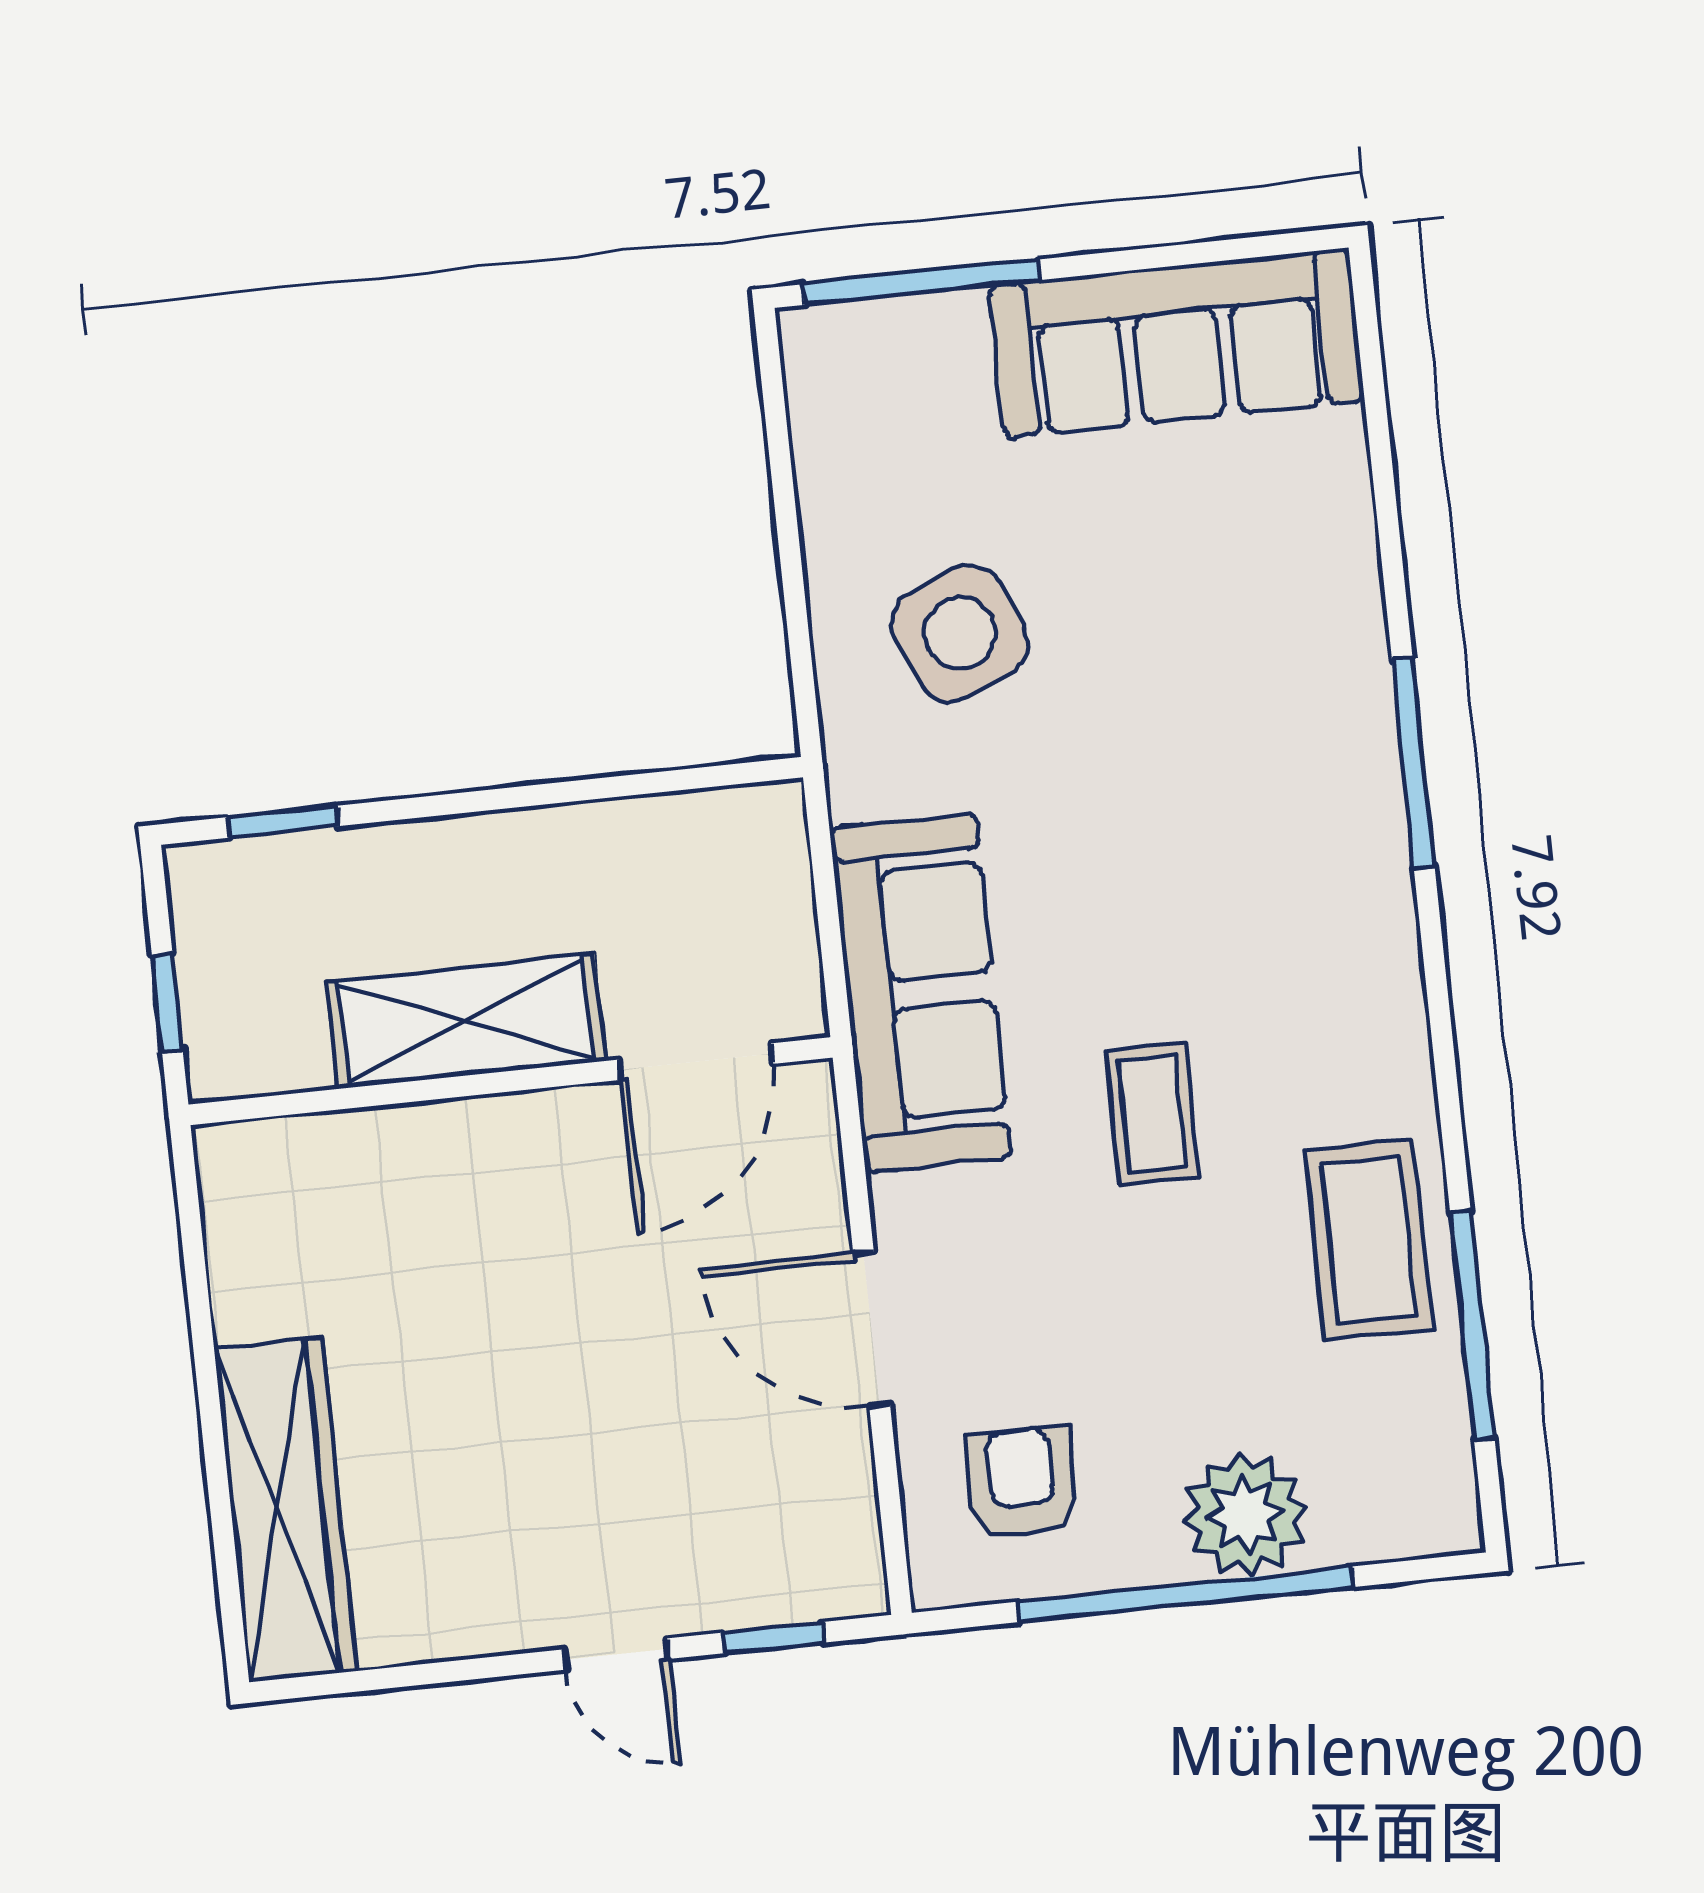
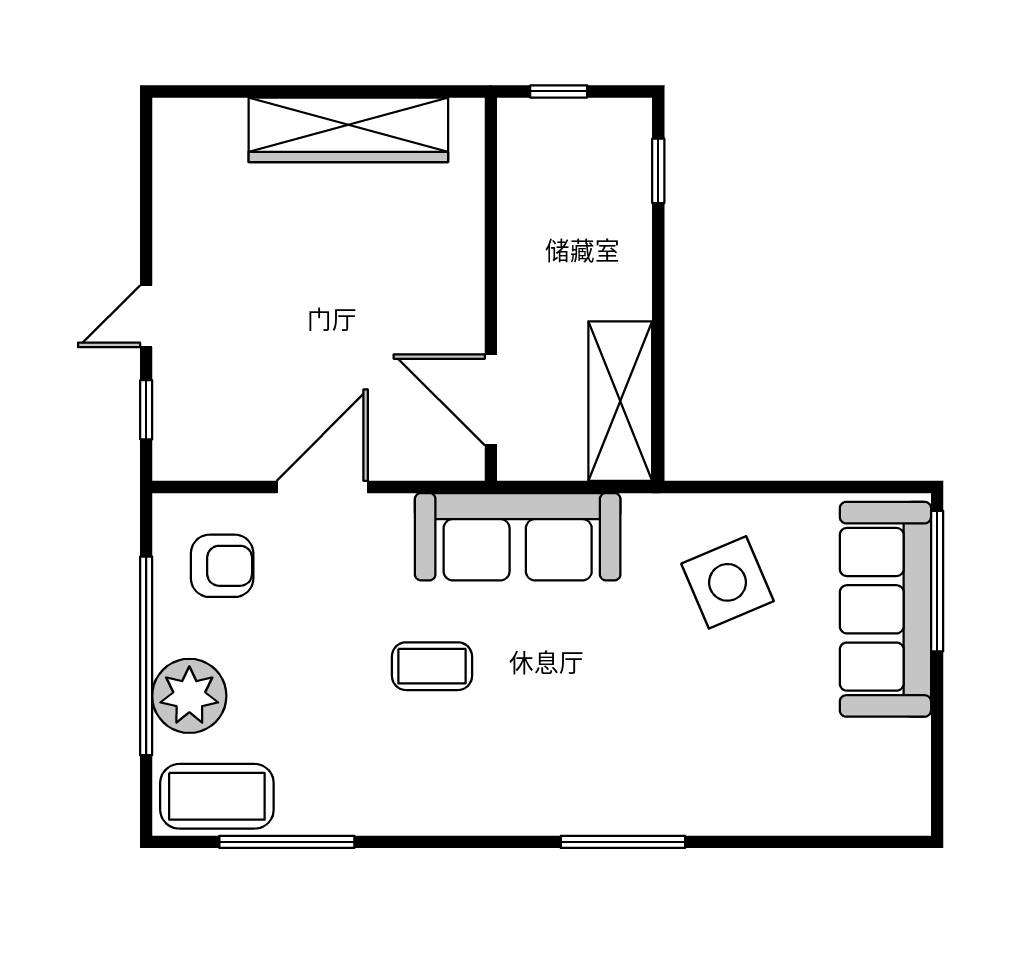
sofa: (1177, 343) -> (885, 609), moved
shelving: (466, 1021) -> (620, 401), moved
coffee table: (1369, 1240) -> (217, 796), moved
wardrobe: (286, 1510) -> (348, 130), moved

